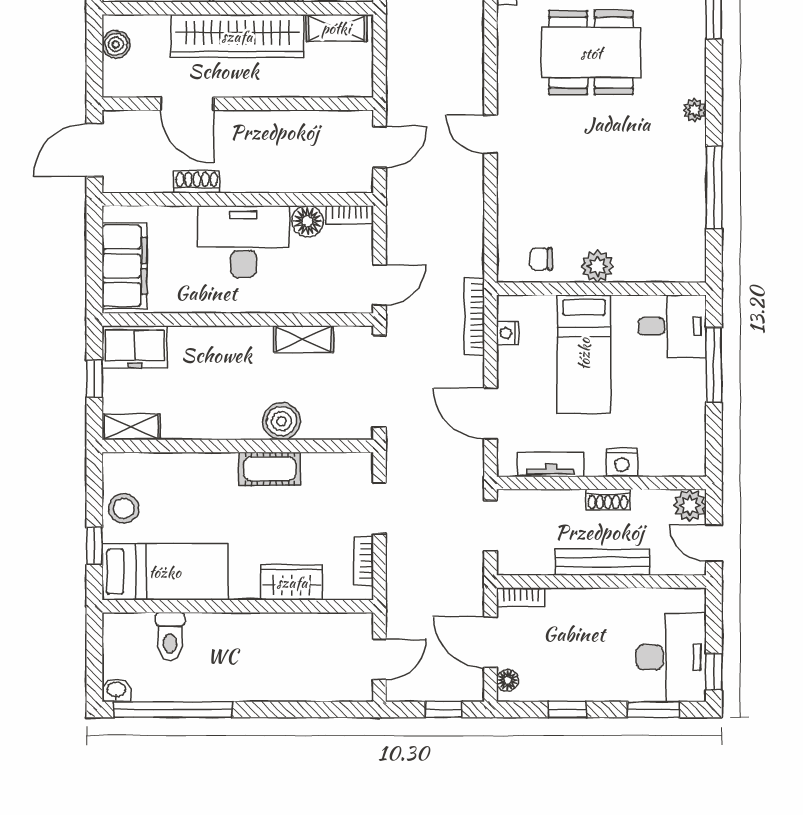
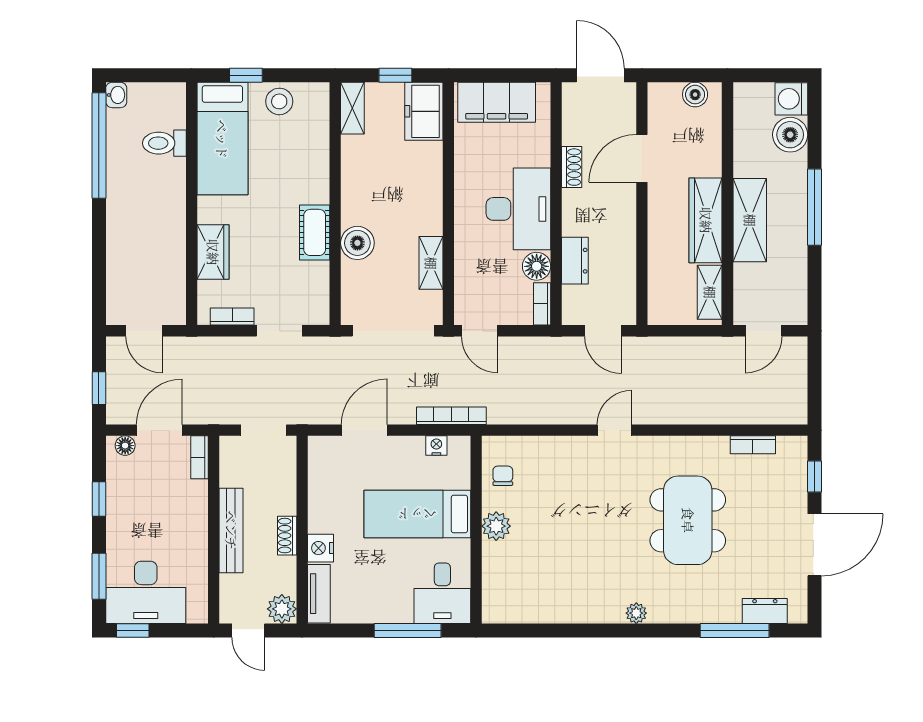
wardrobe: (237, 36) -> (706, 220), width x0.71, depth x0.85
dresser: (301, 179) -> (575, 261), added
window: (714, 188) -> (567, 631), removed
tv unit: (551, 464) -> (319, 594), moved
door: (714, 543) -> (248, 631), swing flipped

